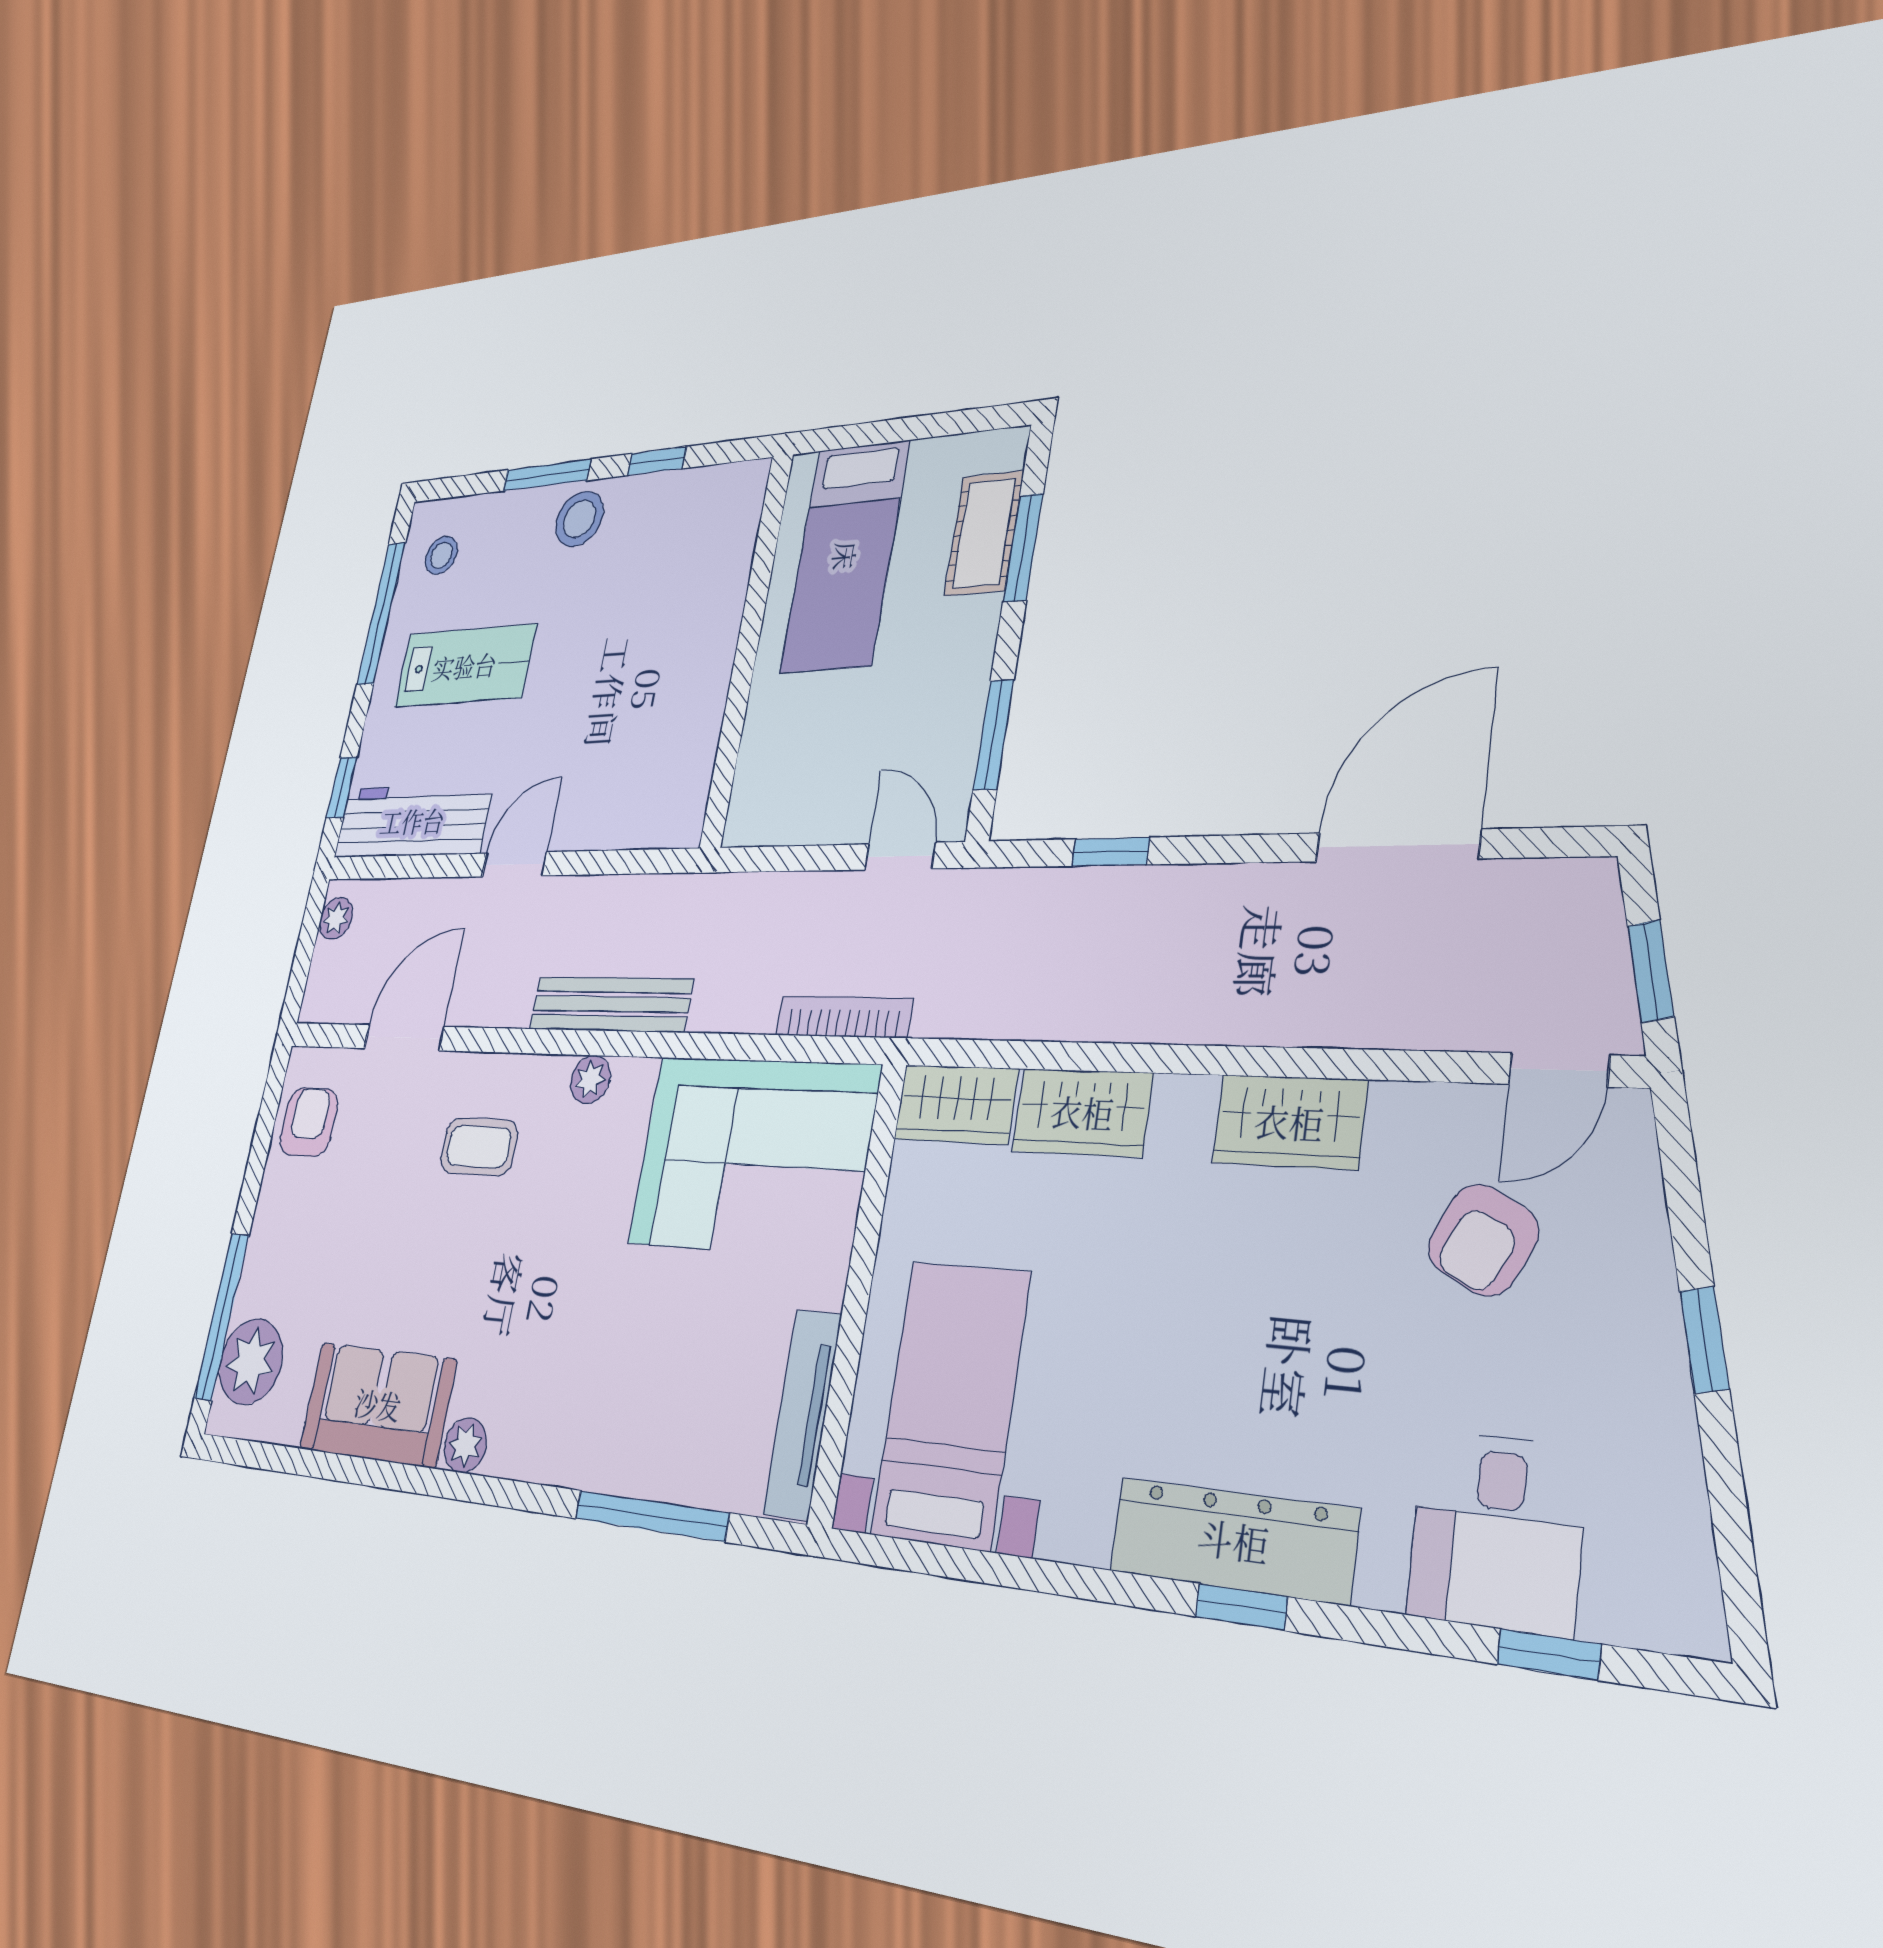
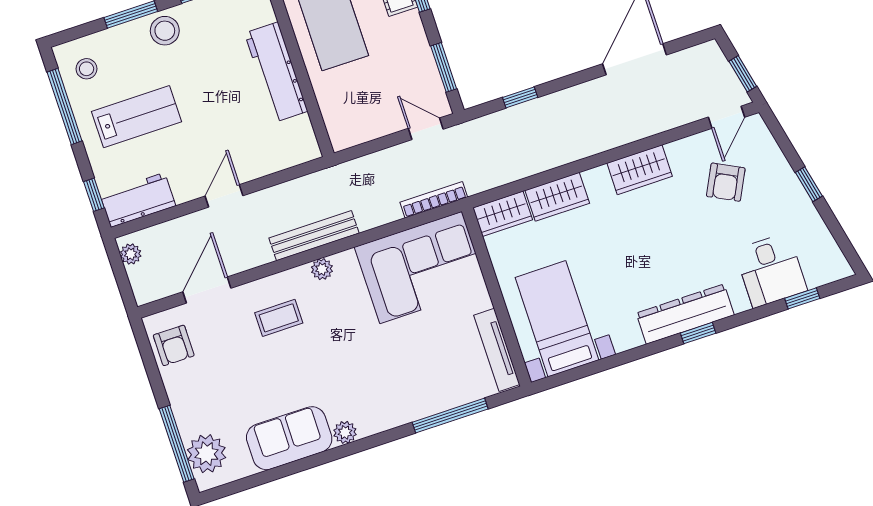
workbench: (706, 651) -> (276, 72), added
workbench: (413, 821) -> (138, 200), width x0.73
armchair: (309, 1122) -> (174, 345), turned 180

